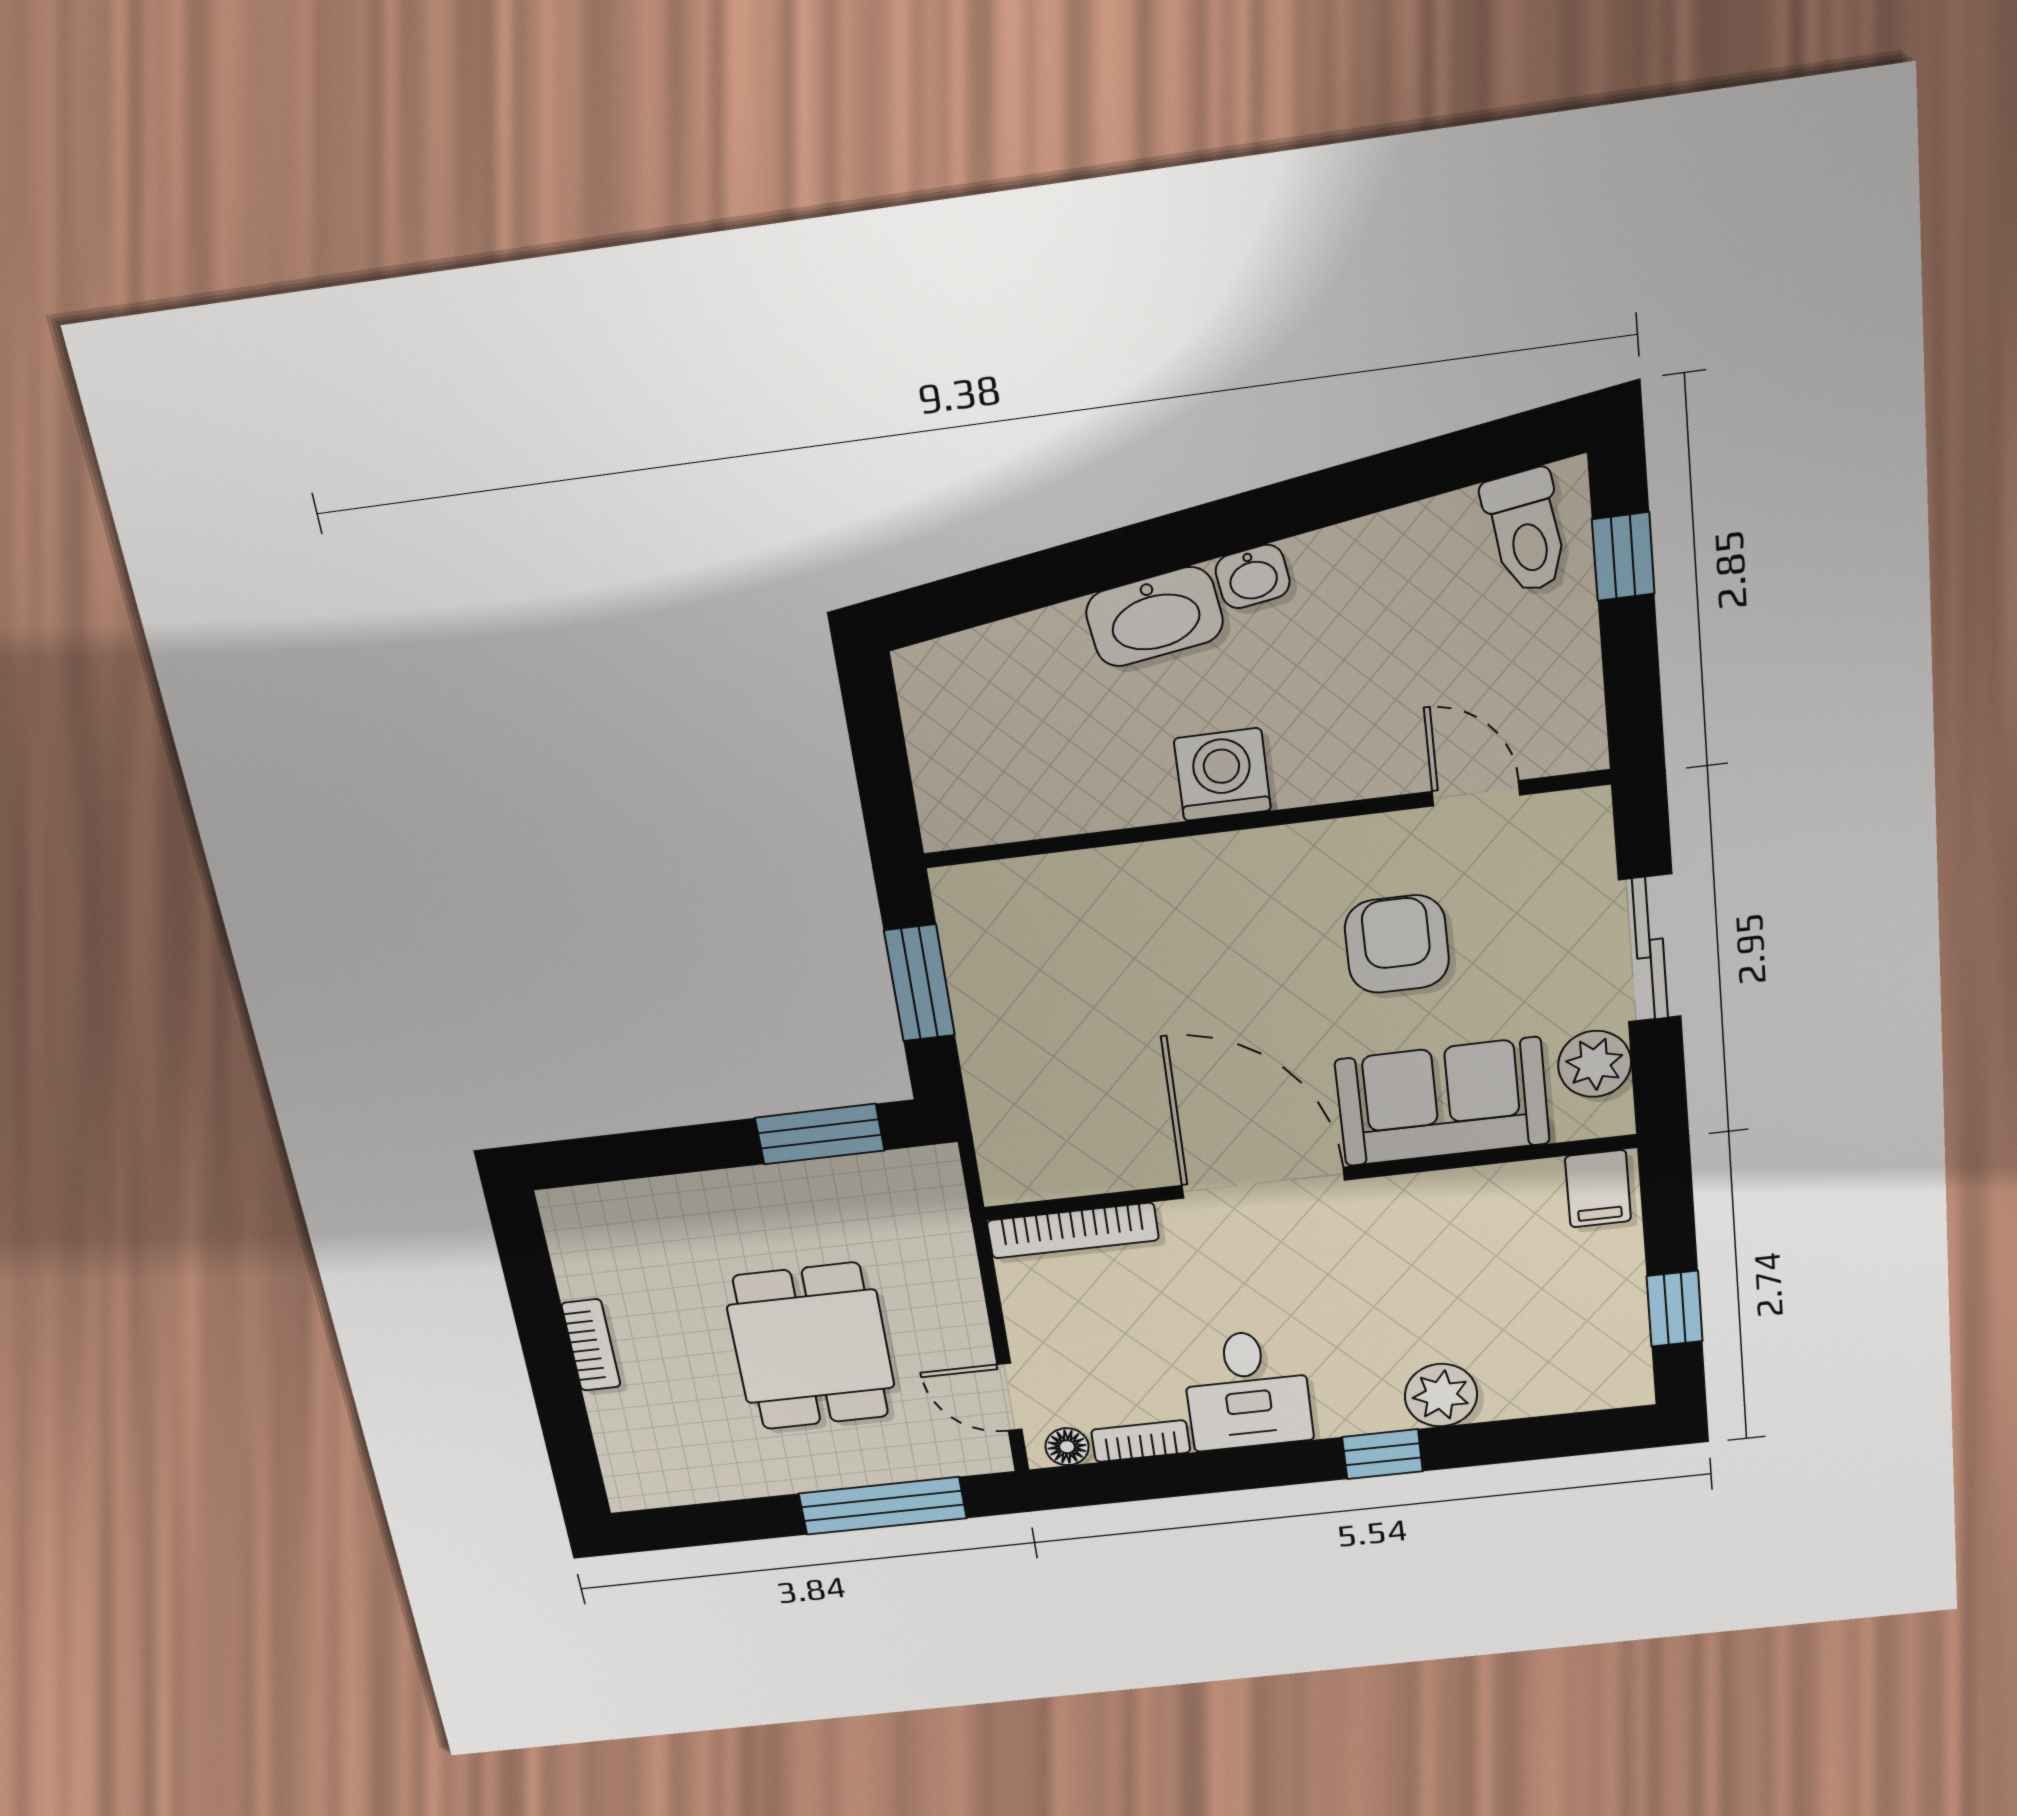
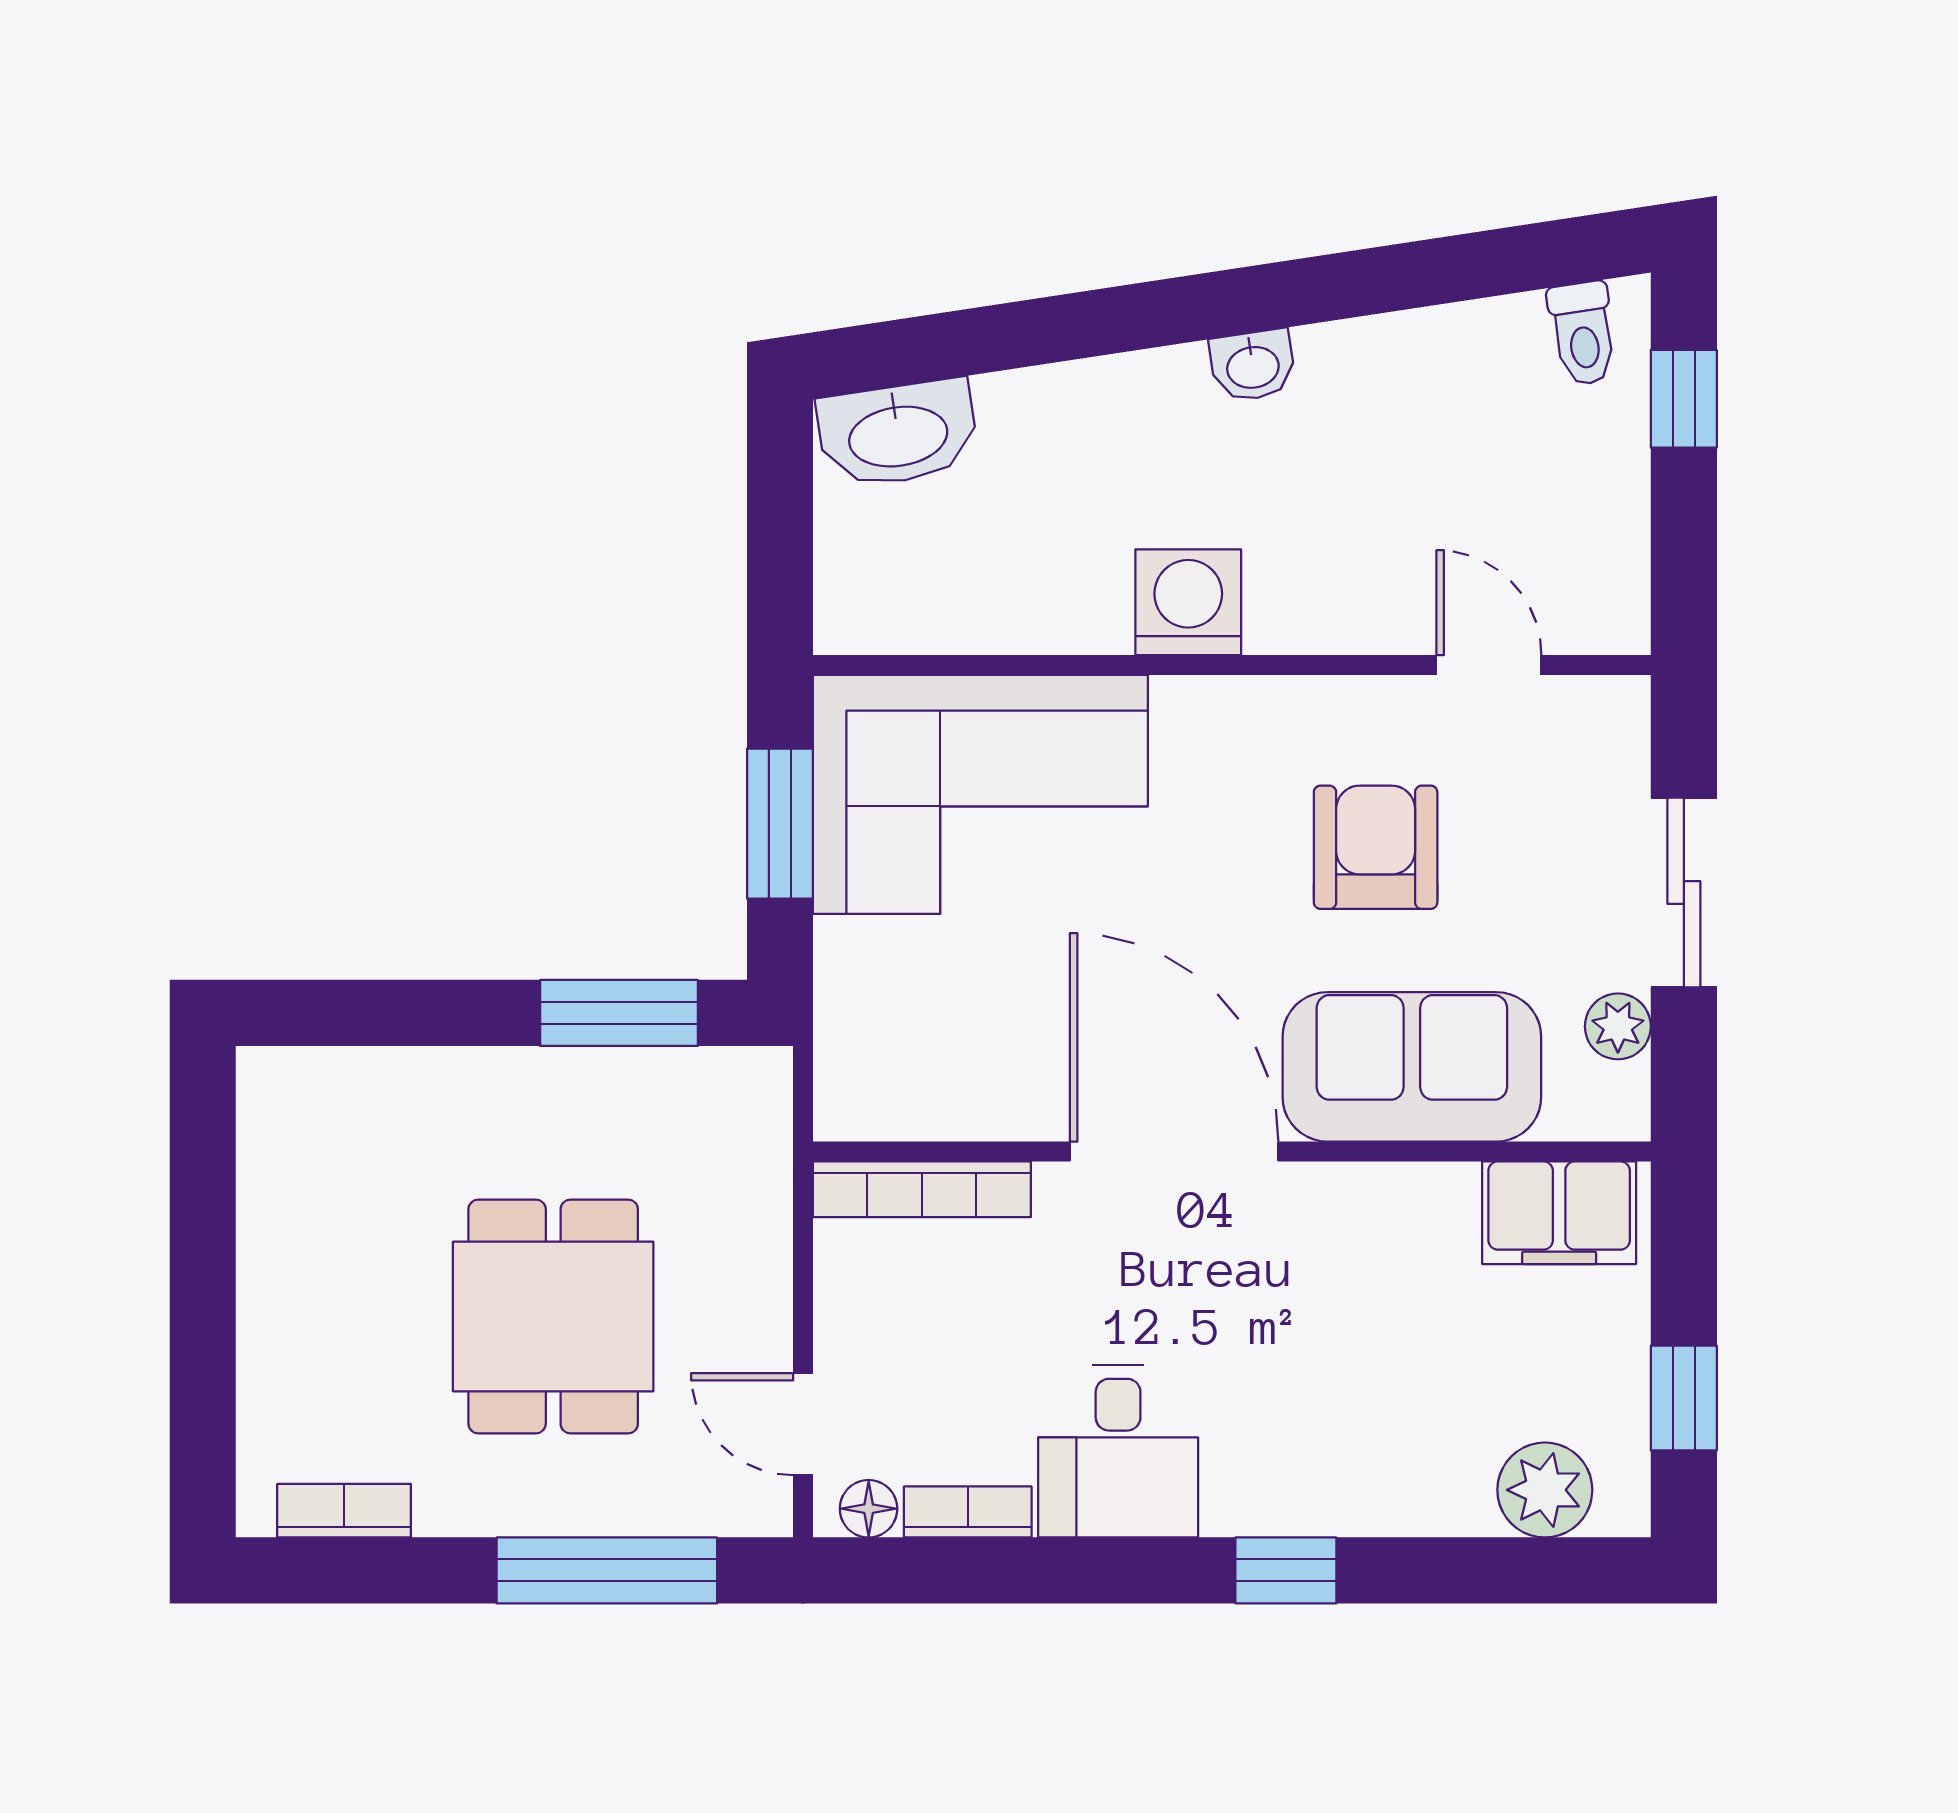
toilet: (1526, 531) -> (1583, 333), width x0.73, depth x0.72
washbasin: (1154, 617) -> (898, 434), moved
corner sofa: (1075, 942) -> (980, 794), added
plant: (1595, 1064) -> (1618, 1026), width x0.73, depth x0.73
filing cabinet: (1598, 1189) -> (1559, 1213), width x2.00
bookcase: (591, 1345) -> (344, 1511), moved, turned -90
plant: (1441, 1395) -> (1545, 1490), moved

